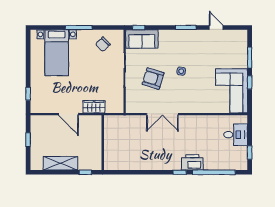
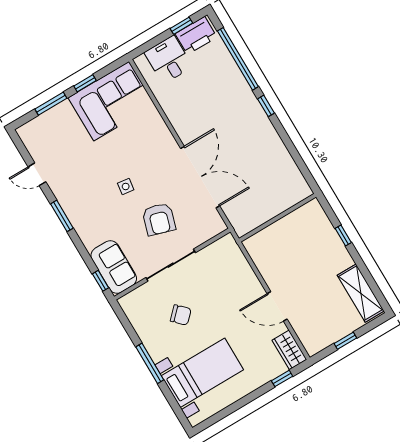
door: (216, 28) -> (37, 174), hinge flipped
chair: (103, 44) -> (181, 315), moved
wardrobe: (94, 107) -> (289, 350), moved
door: (68, 114) -> (277, 306), swing flipped
double door: (162, 114) -> (200, 177), width x1.36
wall: (103, 143) -> (277, 218), moved
printer: (192, 162) -> (196, 35), moved, turned -90
shelving: (60, 163) -> (361, 293), moved

